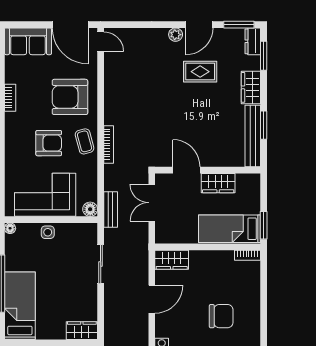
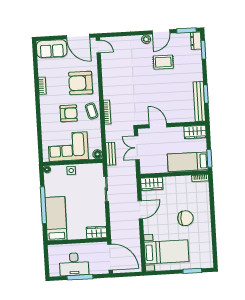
wardrobe: (251, 87) -> (196, 70), removed
wardrobe: (218, 183) -> (195, 132), moved

